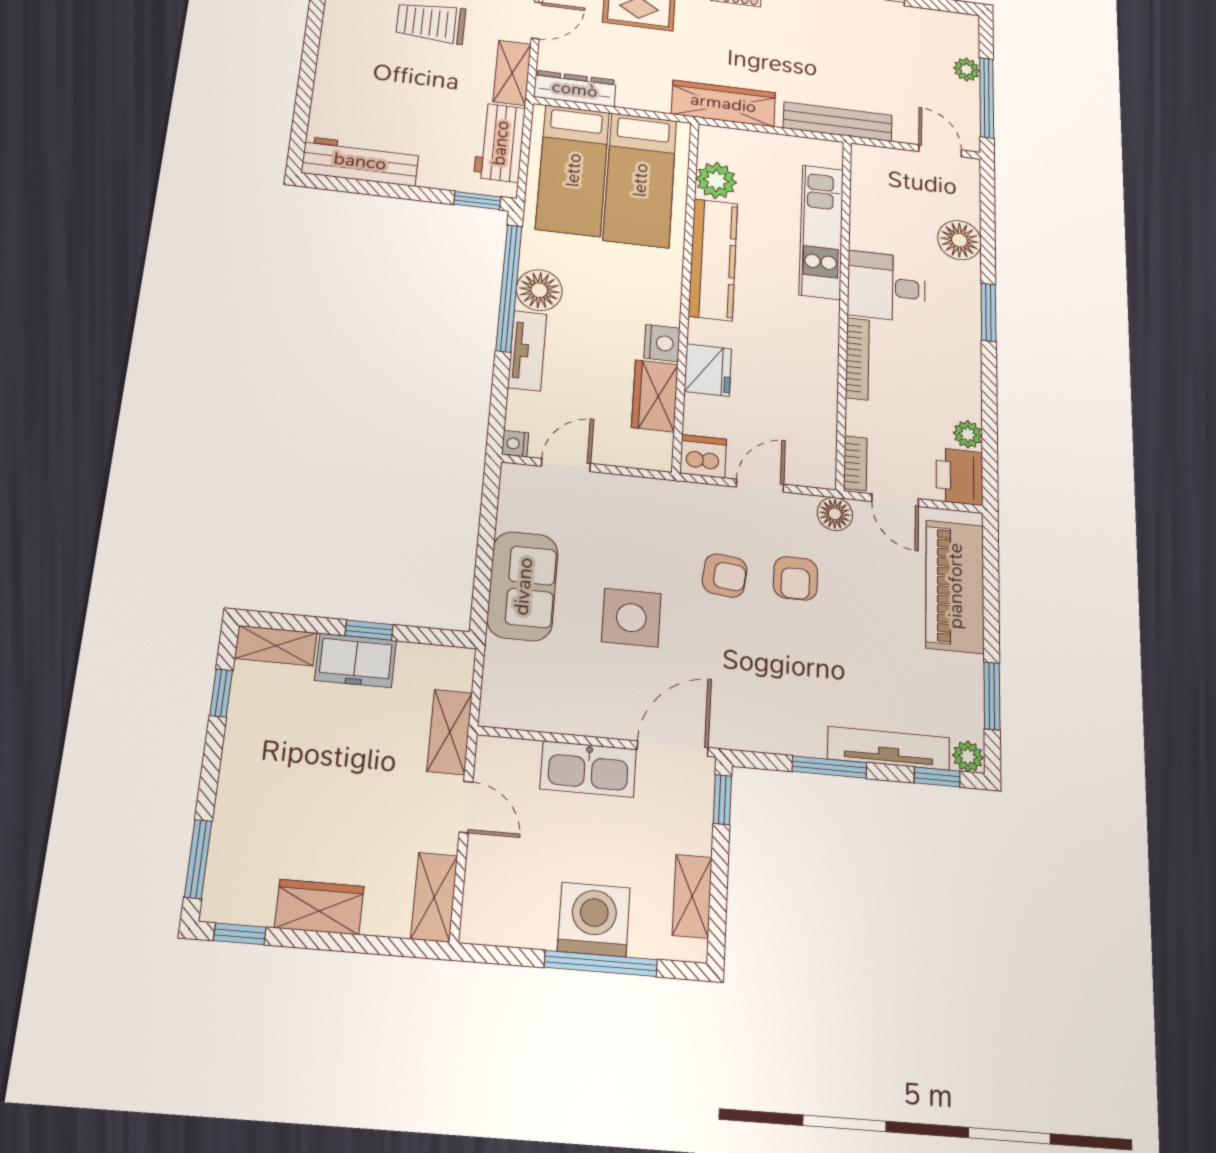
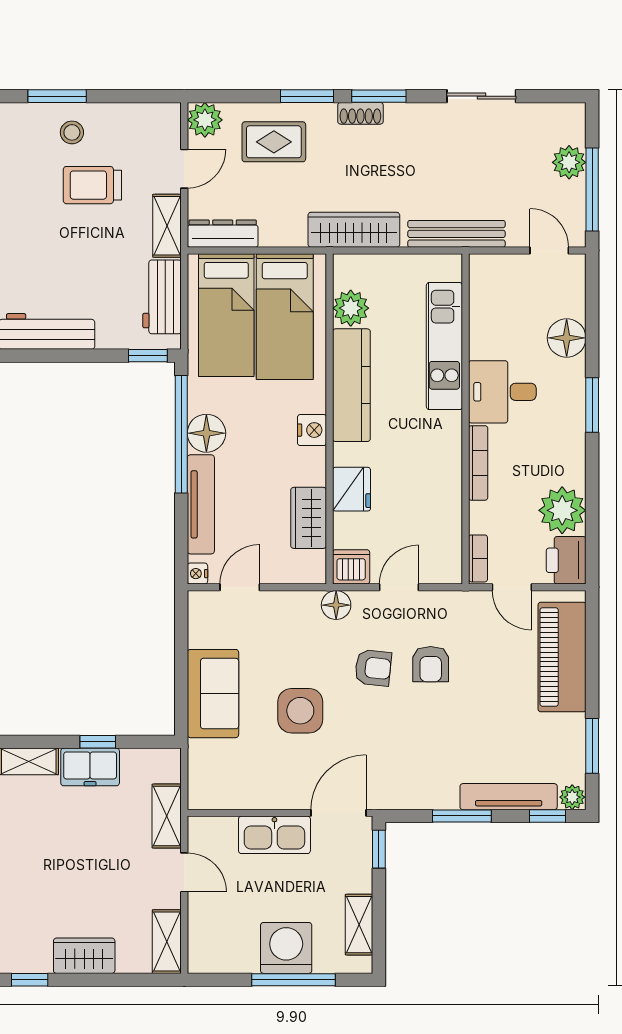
plant: (967, 69) -> (569, 162), width x1.38, depth x1.38
nightstand: (662, 343) -> (312, 430), moved
tv unit: (527, 351) -> (201, 504), width x1.41
plant: (968, 434) -> (562, 510), width x1.87, depth x1.87
floor lamp: (835, 514) -> (336, 605), moved

